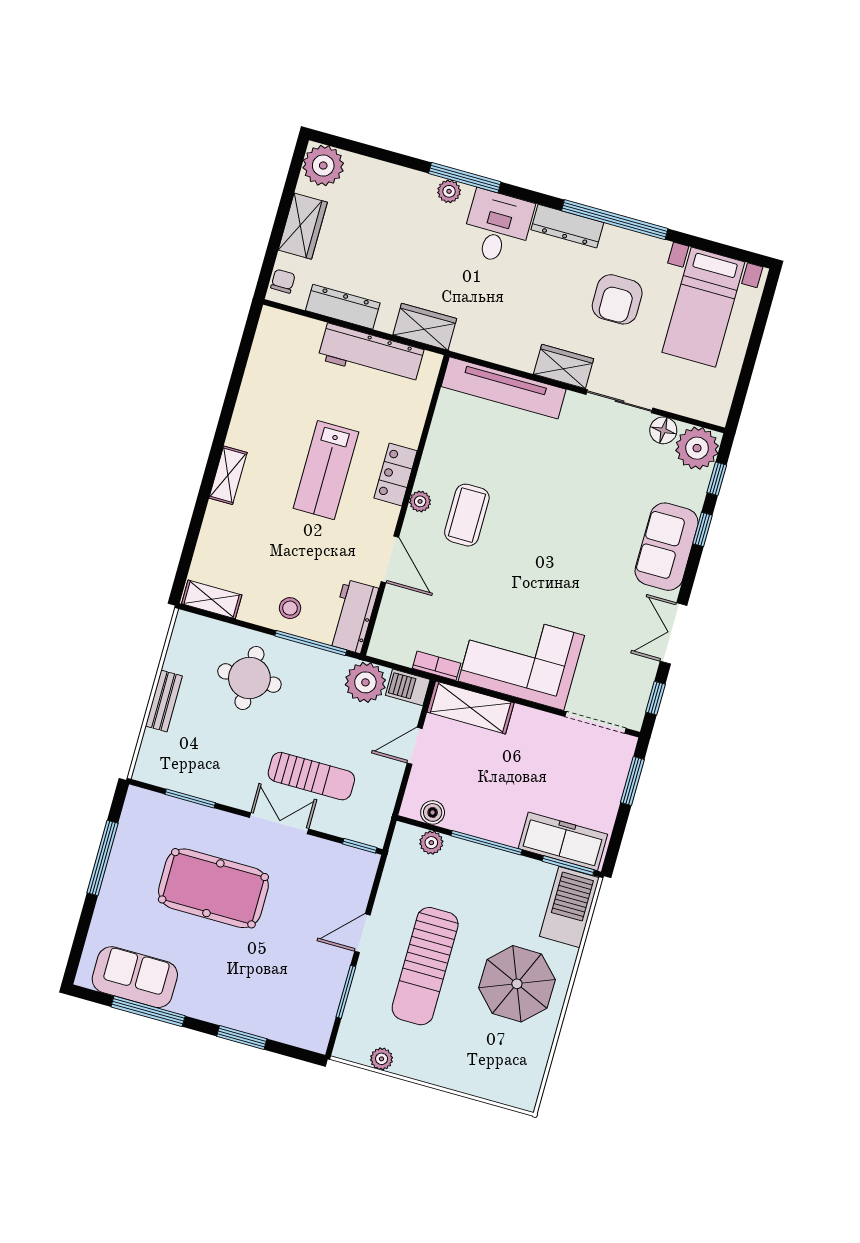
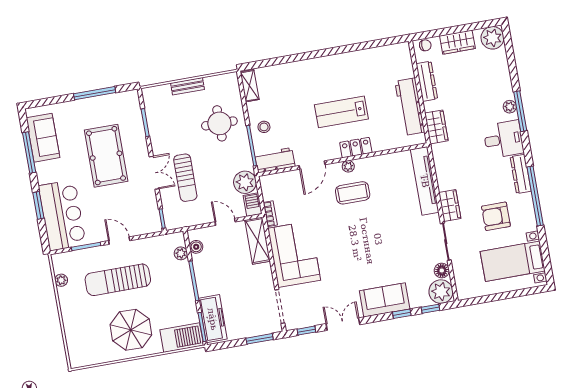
shelving: (228, 475) -> (315, 64), removed
bar counter: (276, 1006) -> (62, 215), added

